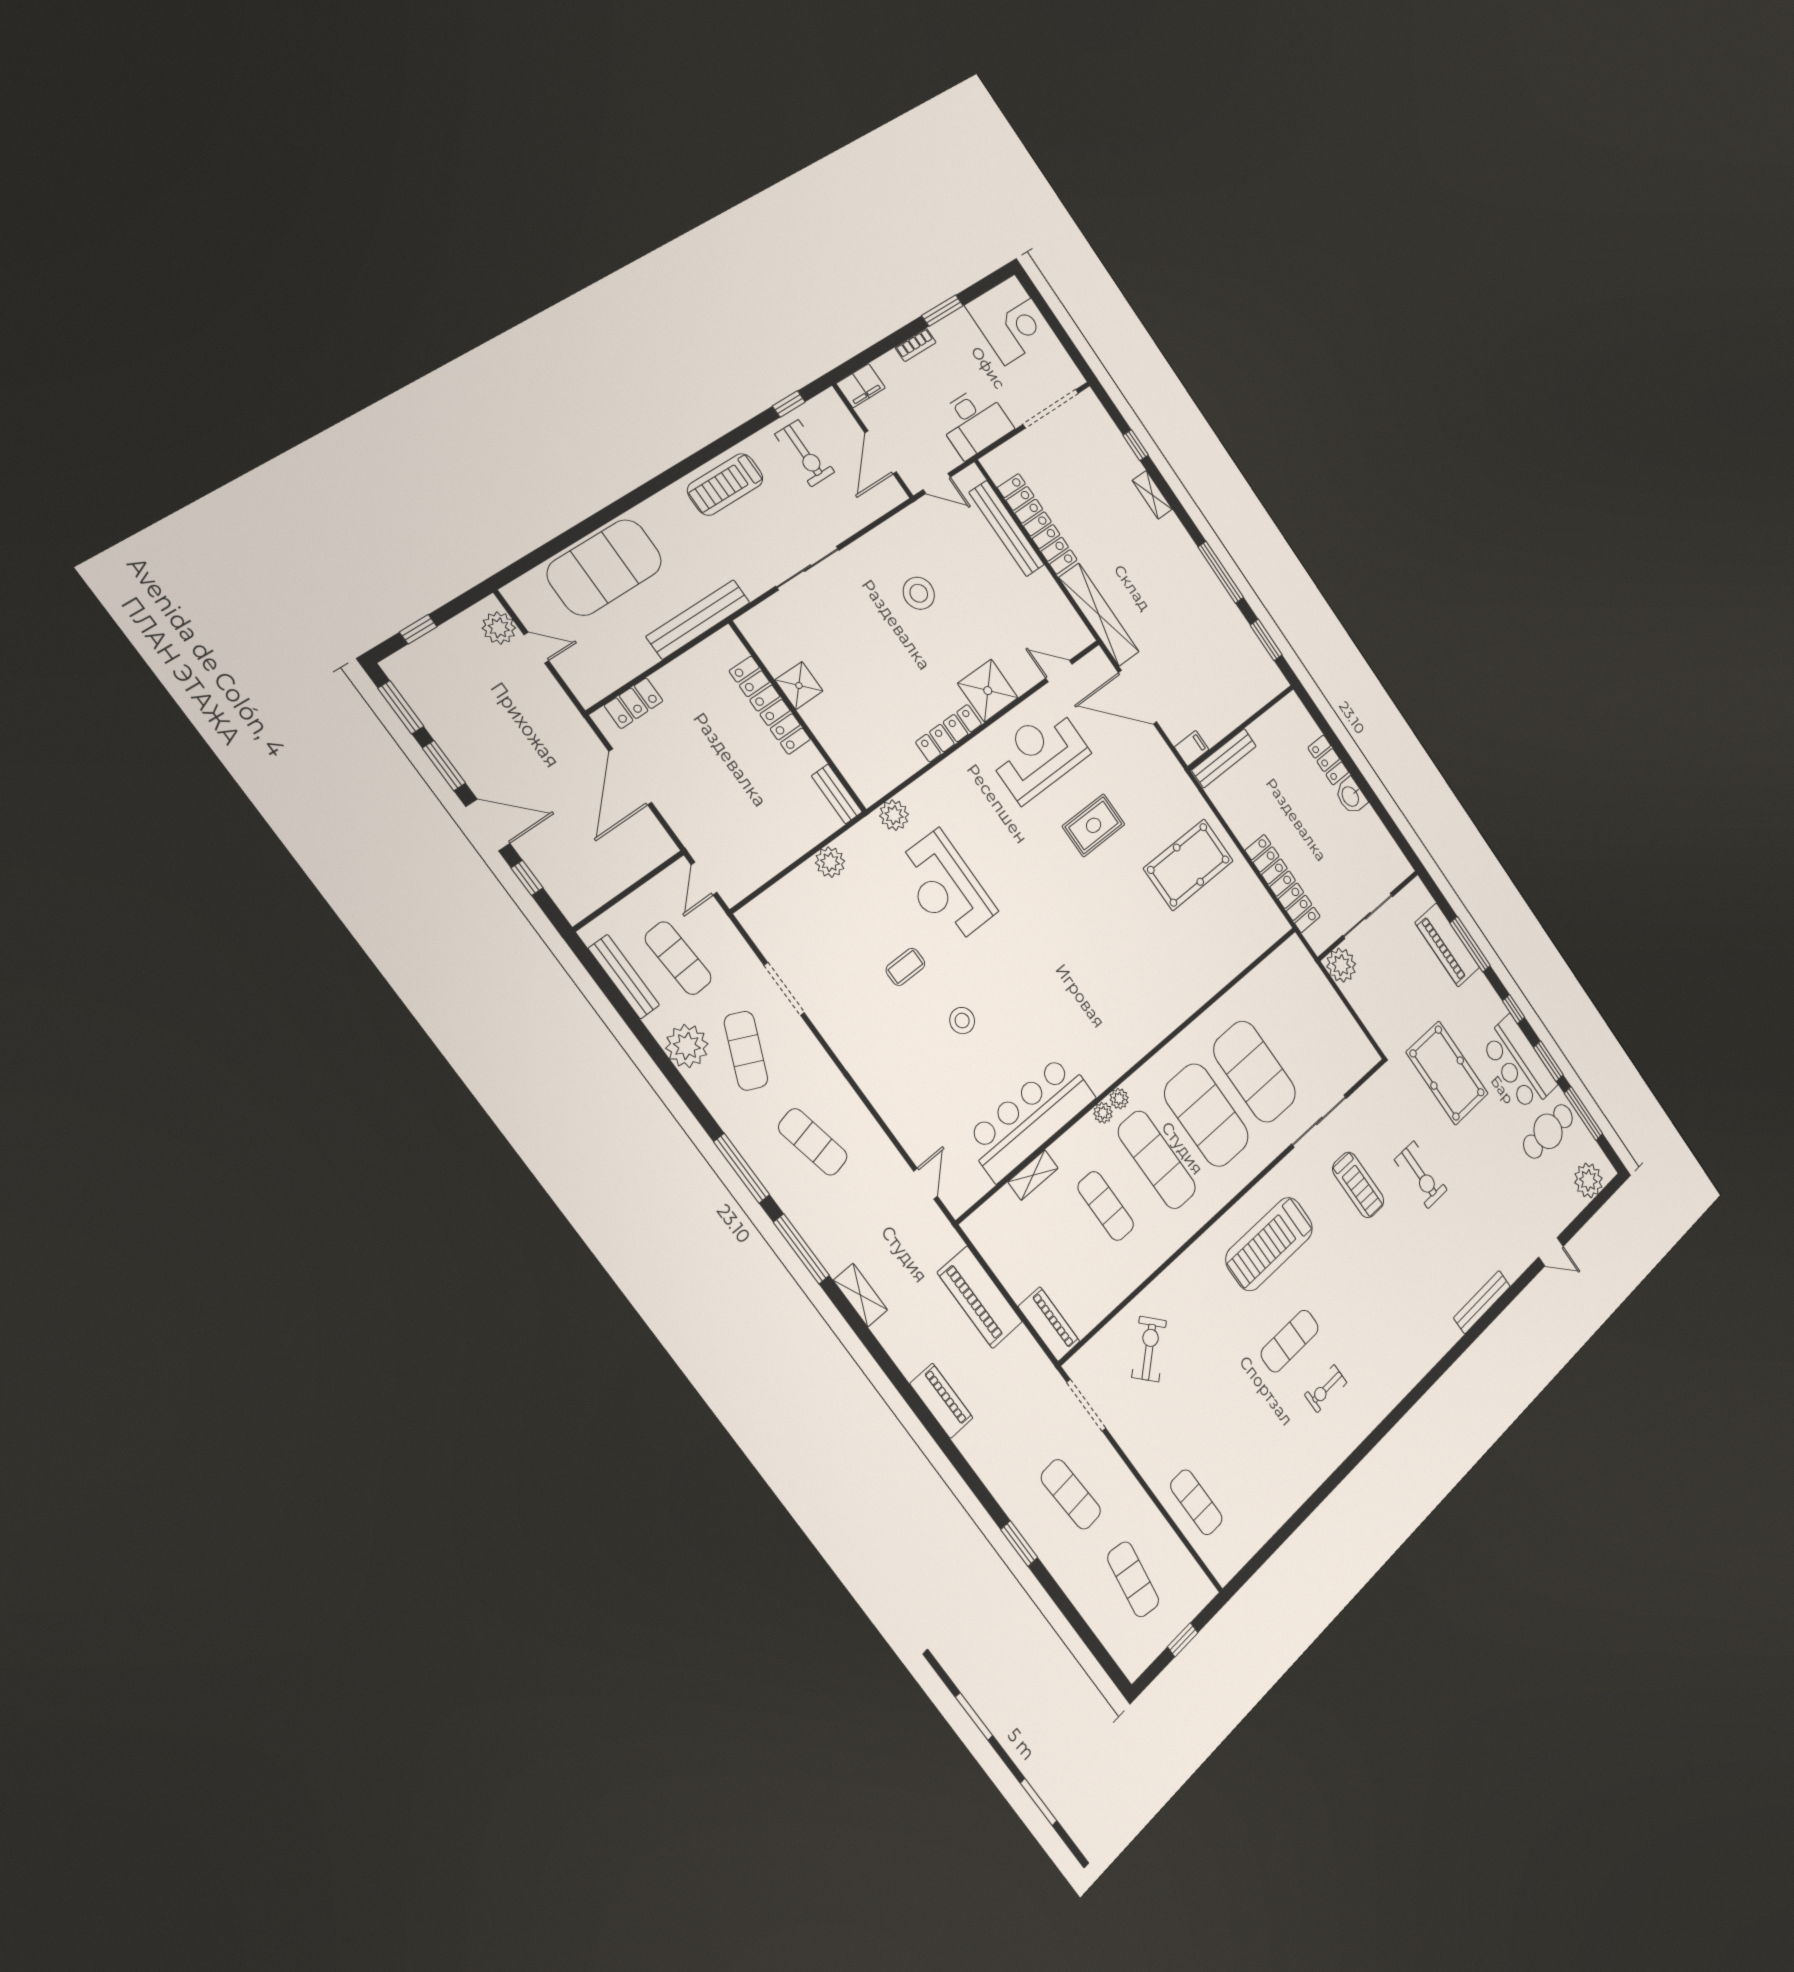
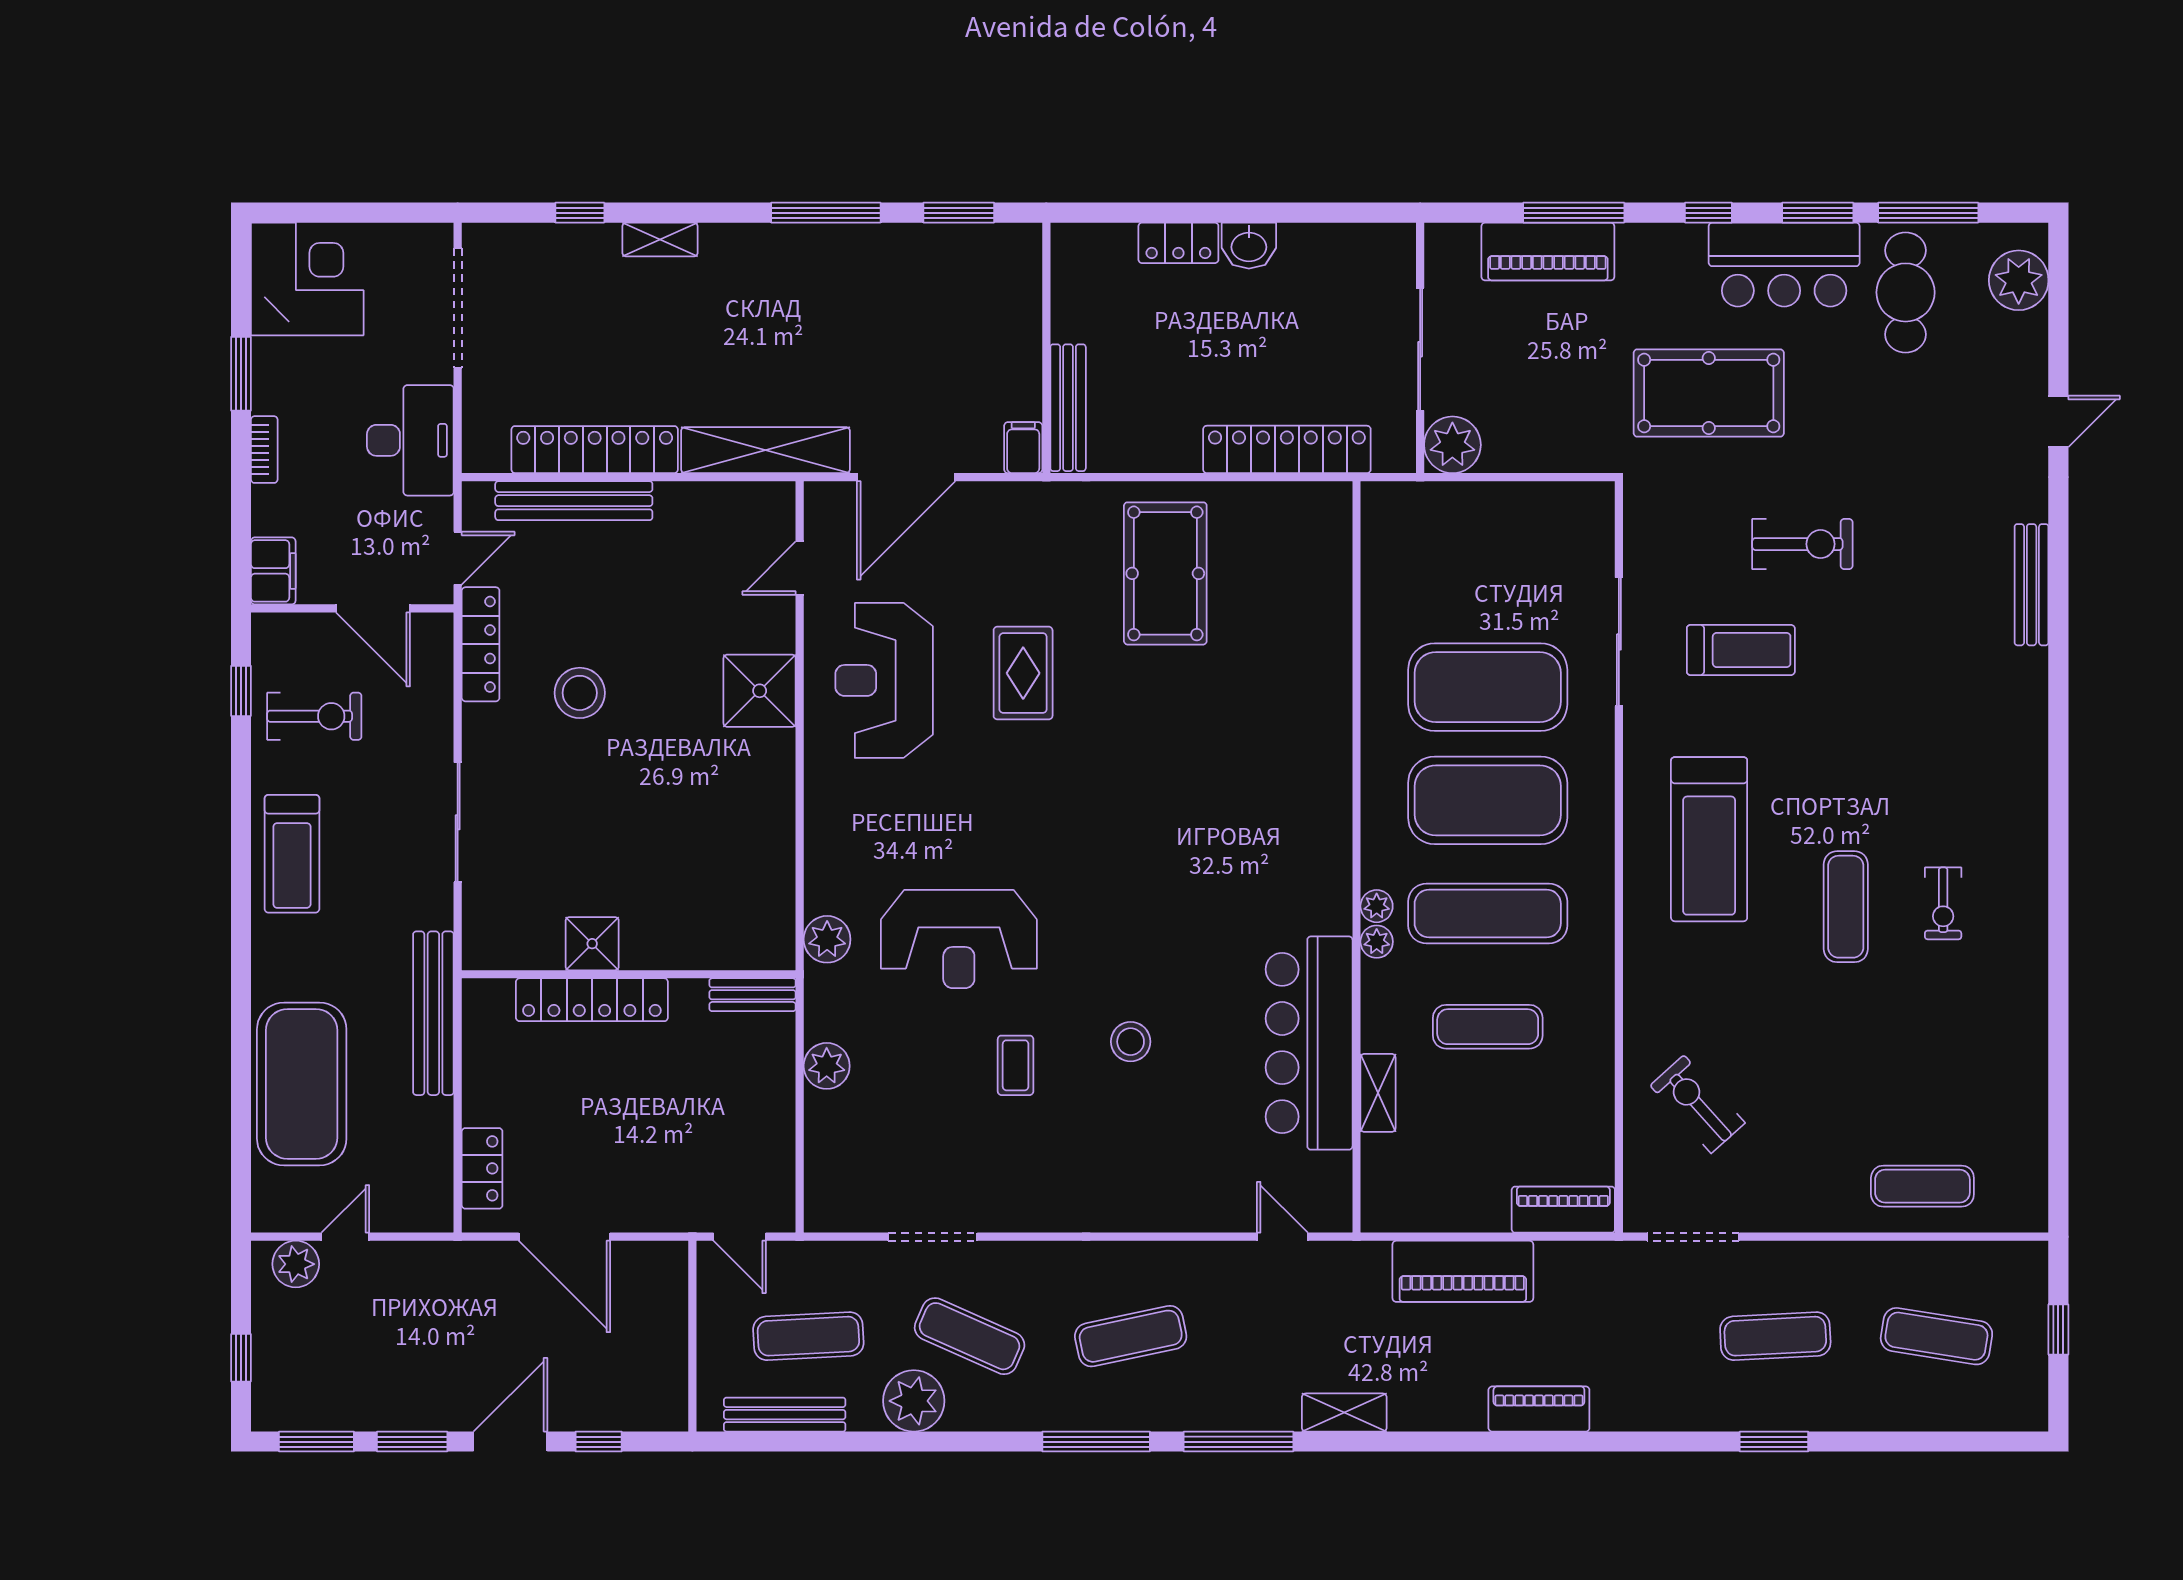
locker: (949, 733) -> (481, 644), moved, turned 180

